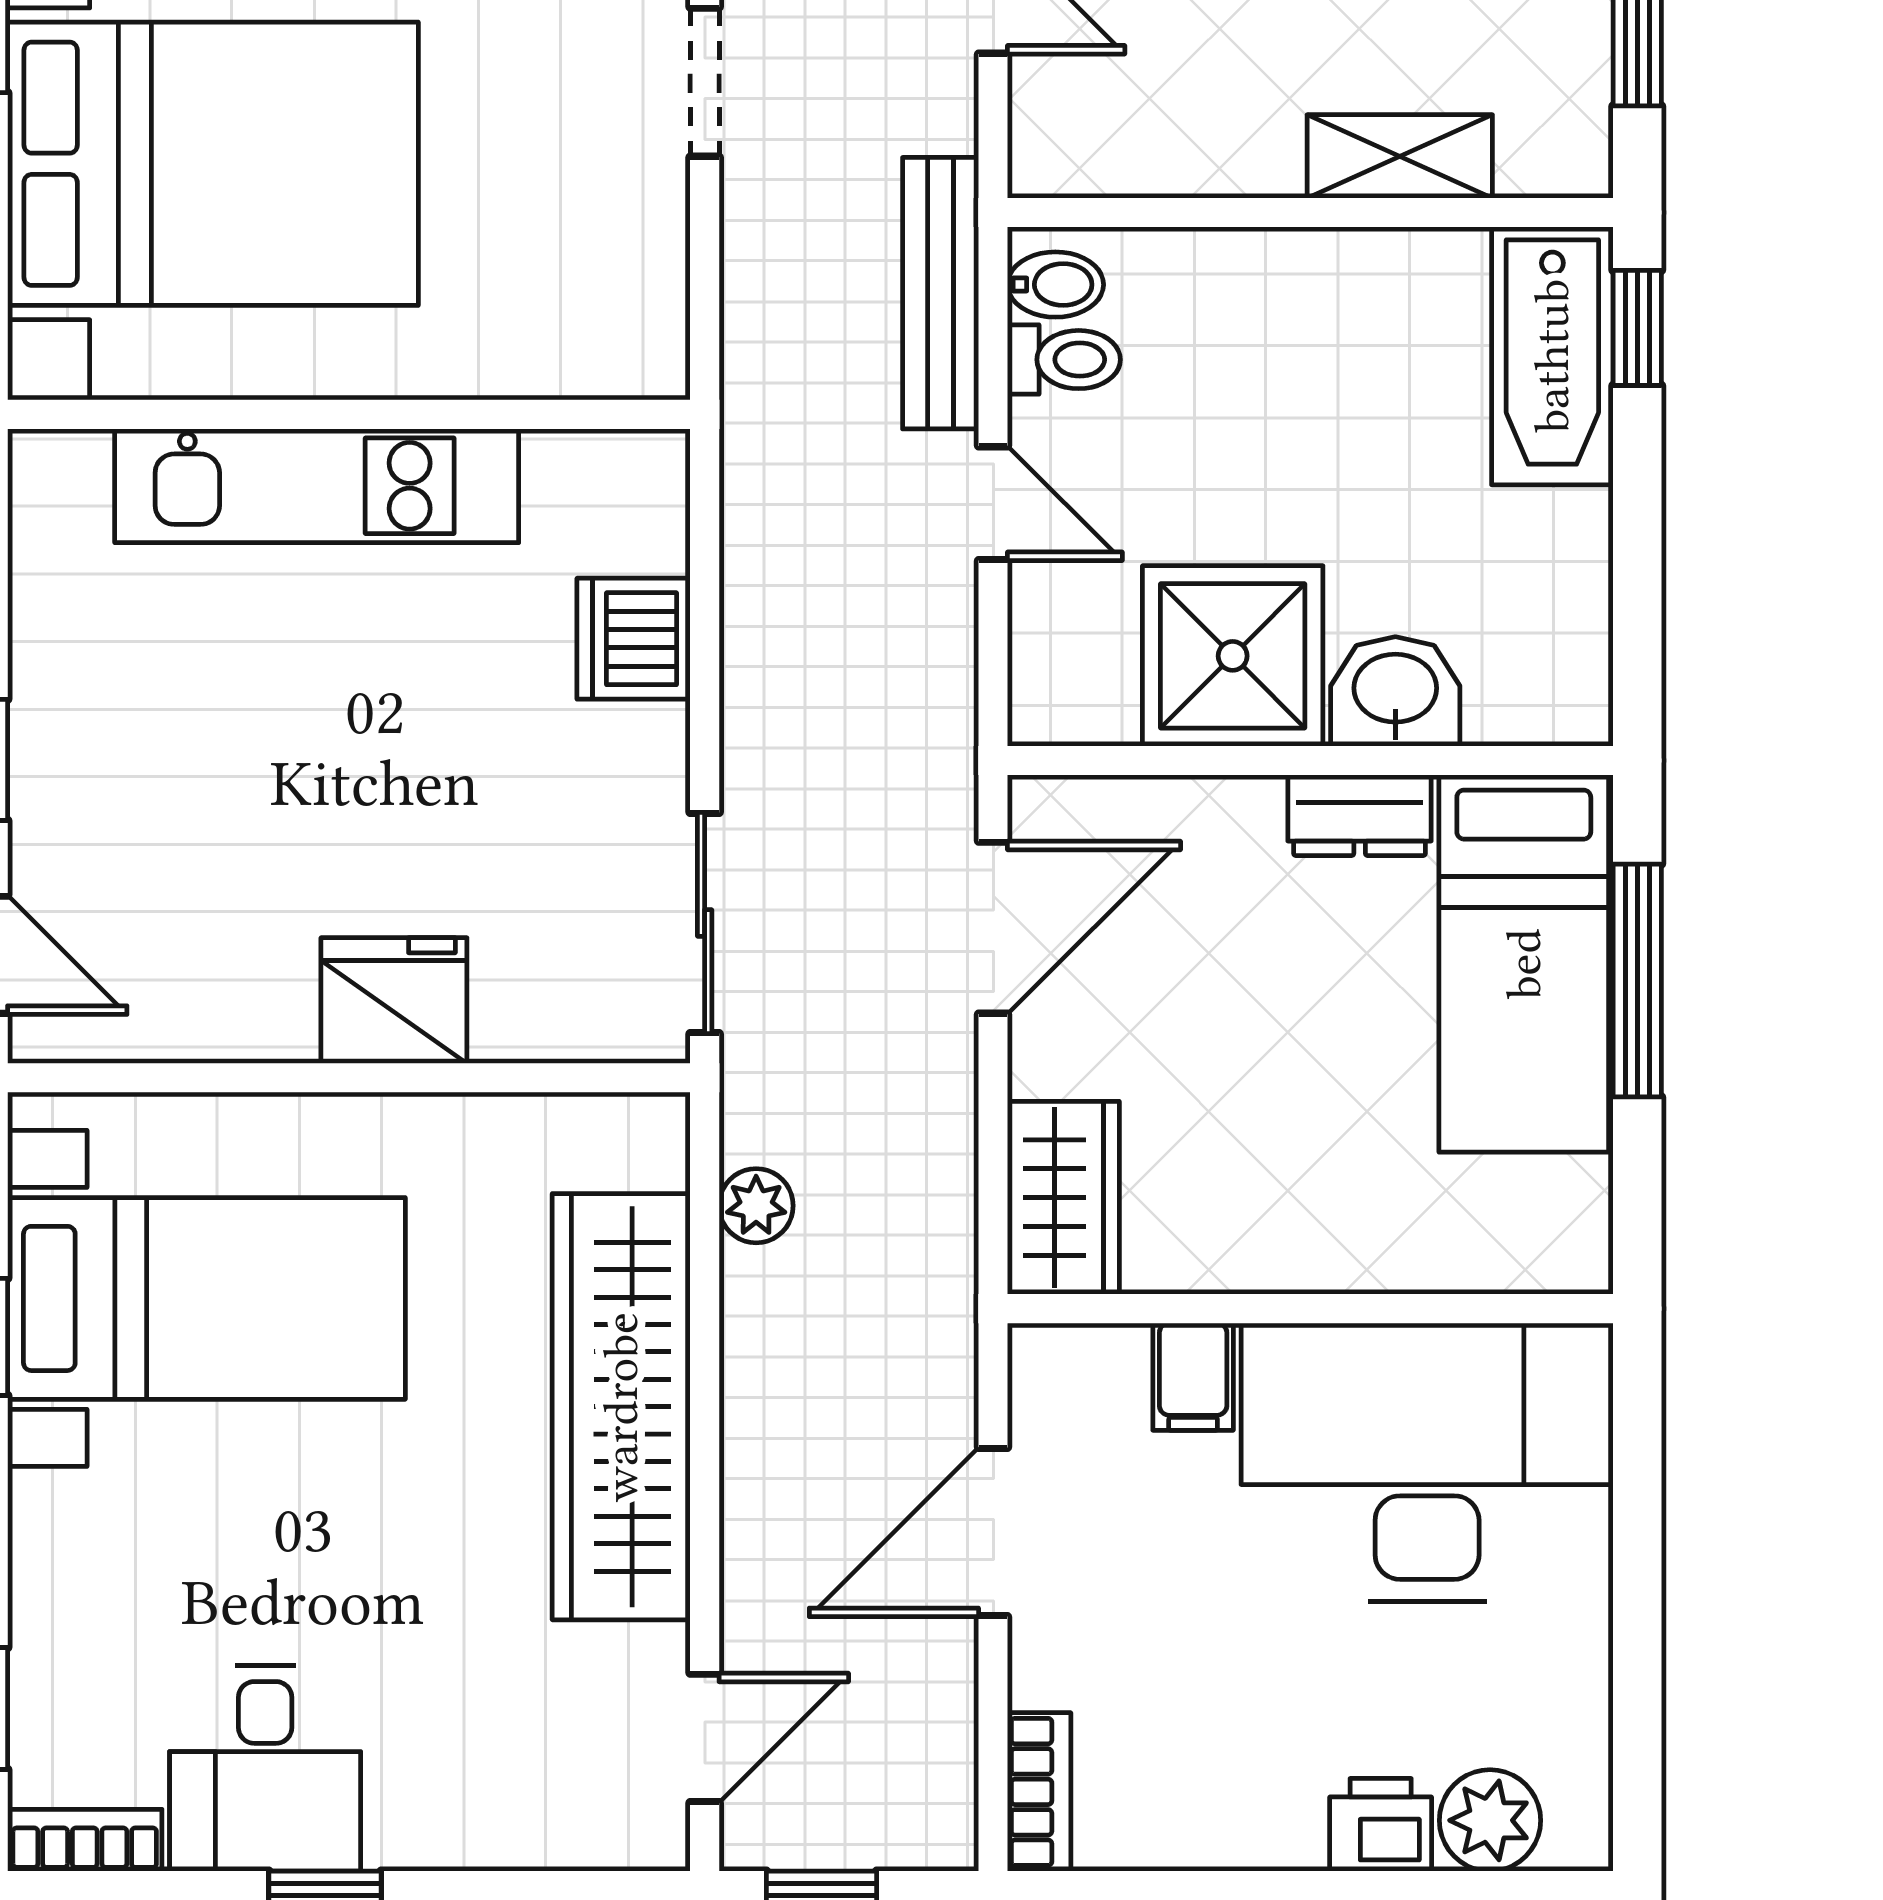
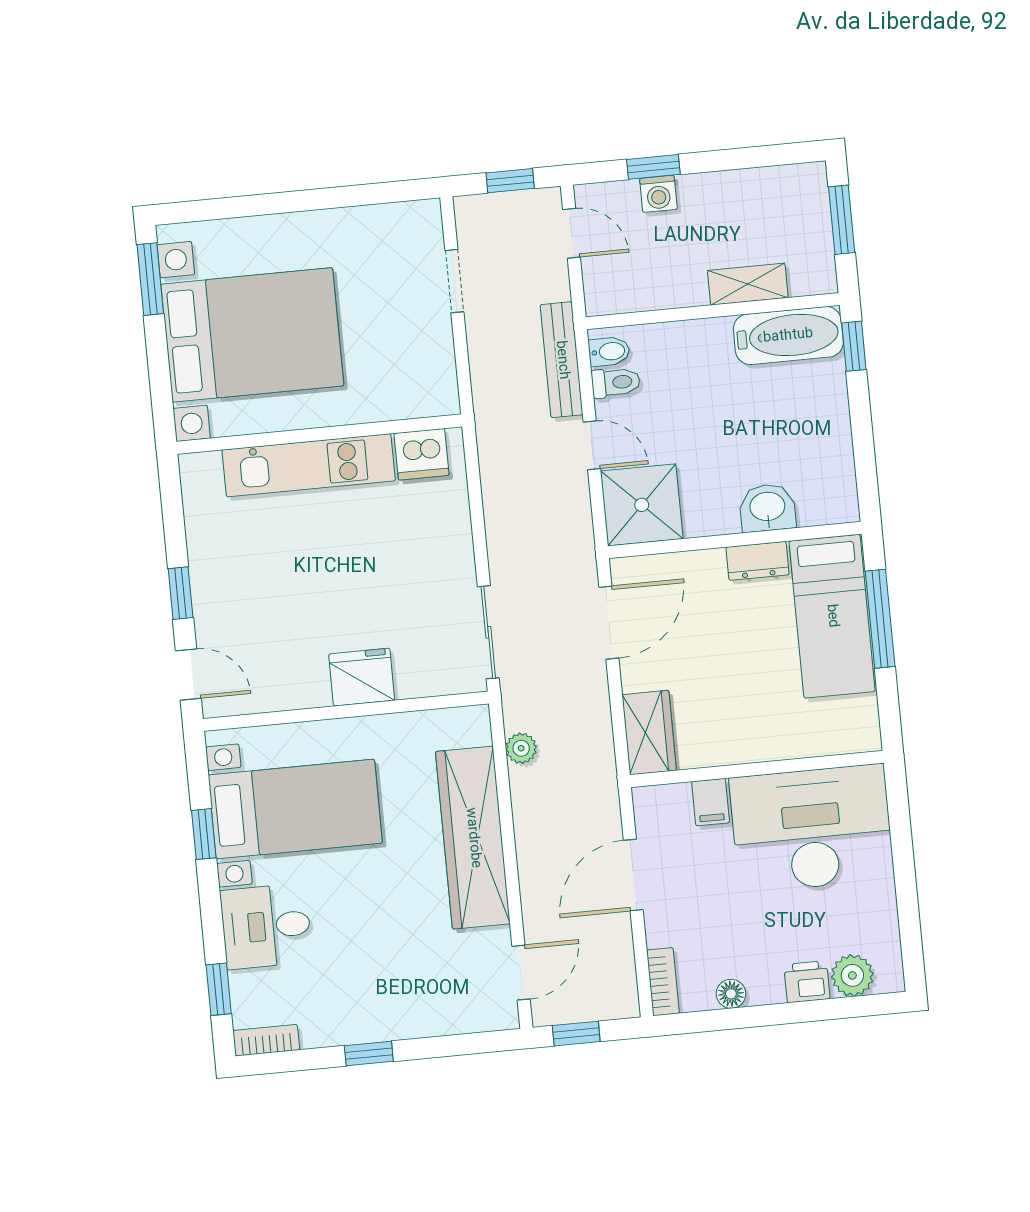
bathtub: (1552, 356) -> (788, 336), moved, turned -90
dishwasher: (634, 639) -> (422, 454), moved, turned -90
shower: (1233, 656) -> (642, 505), moved
desk: (265, 1768) -> (266, 926), moved, turned 90
floor lamp: (1198, 1836) -> (731, 994), added

